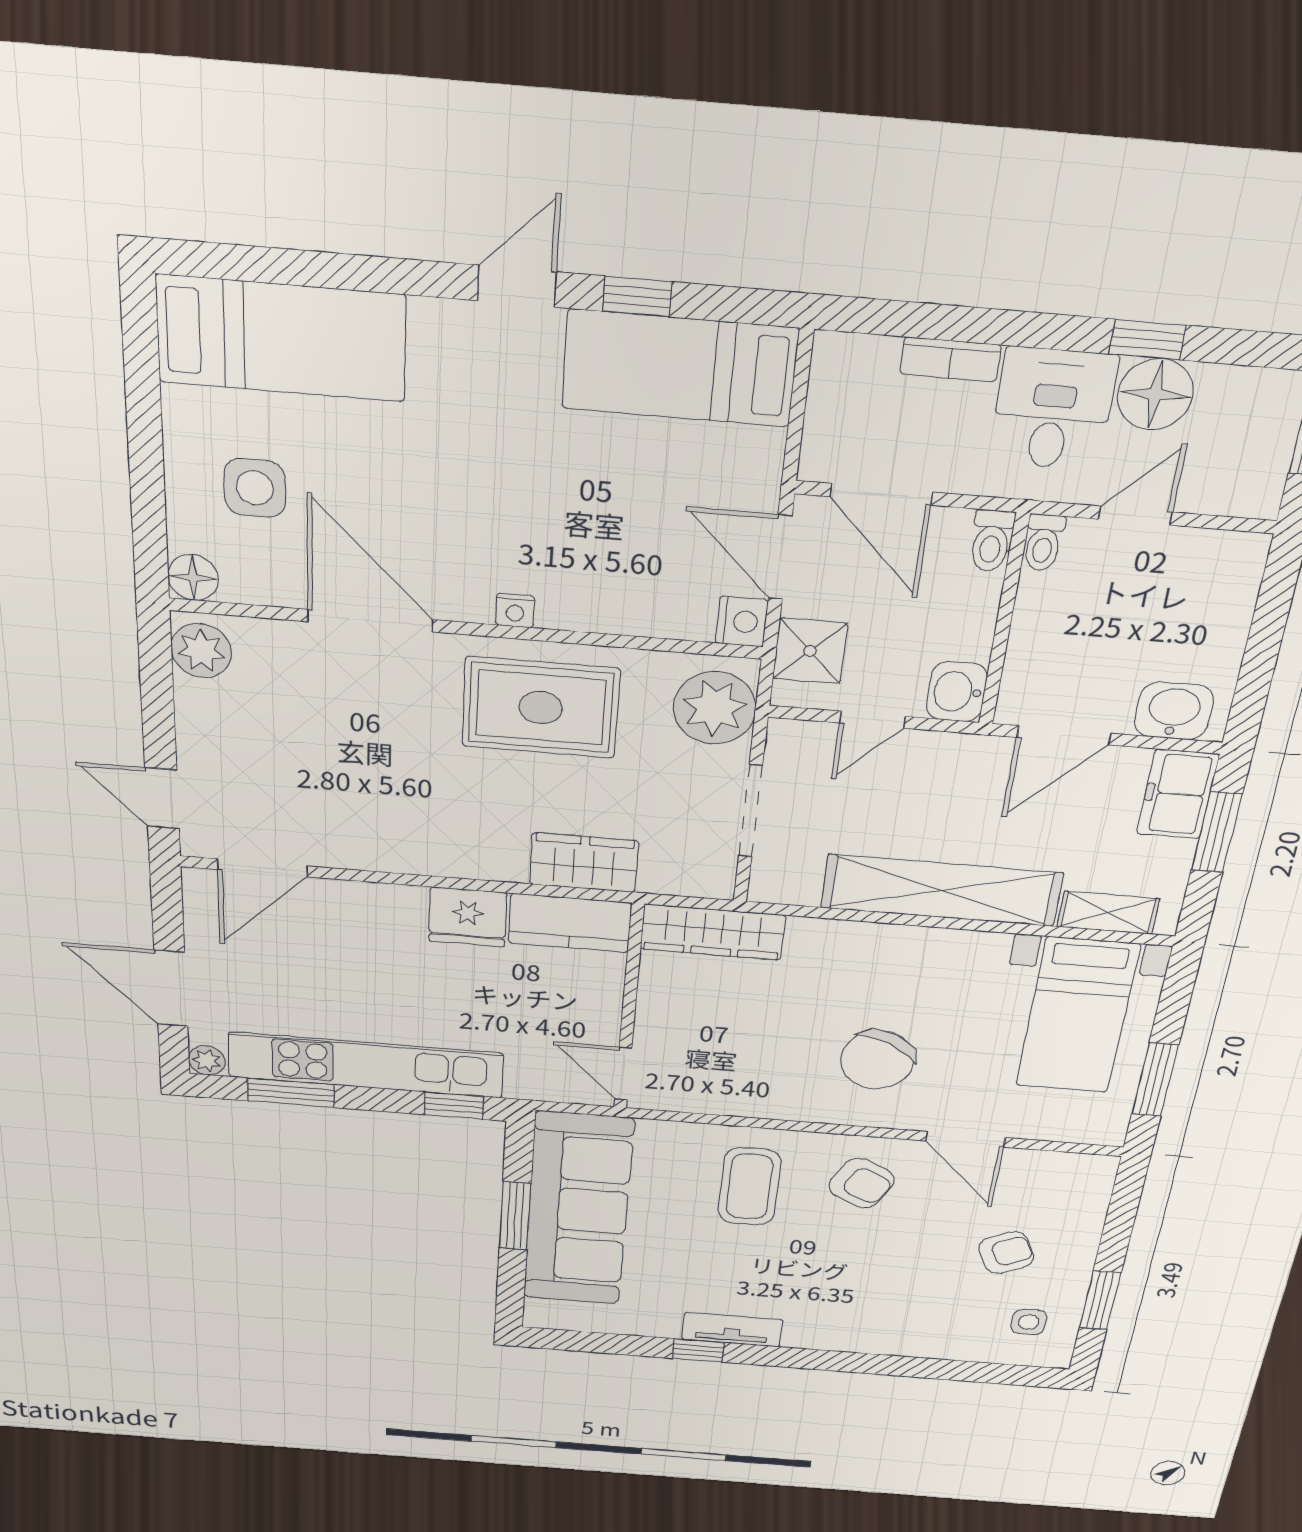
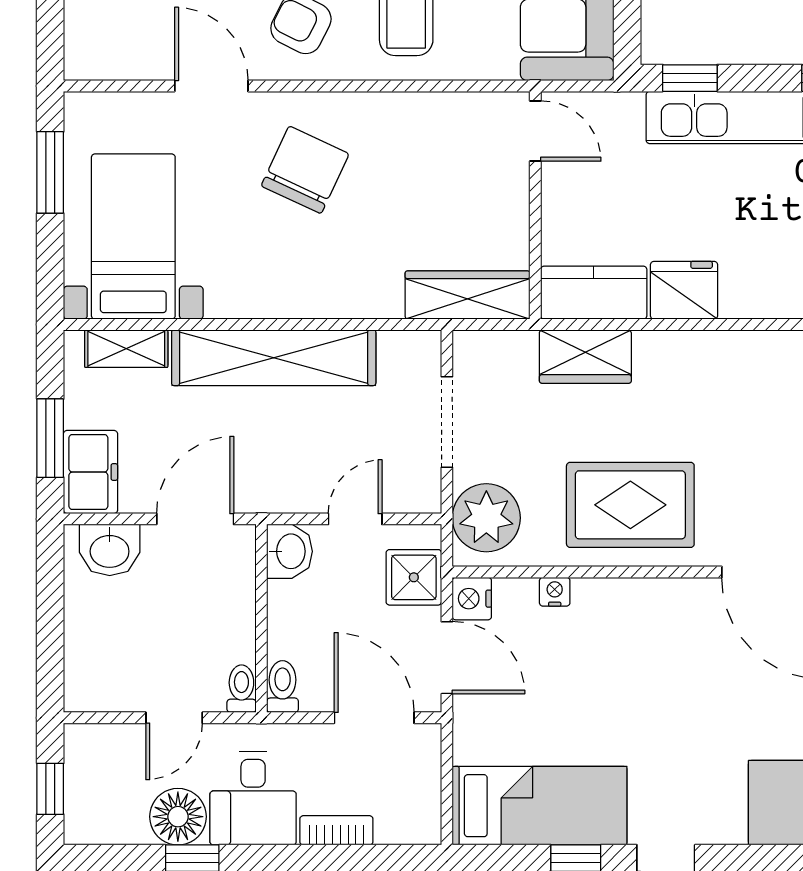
nightstand: (515, 611) -> (555, 592), moved

